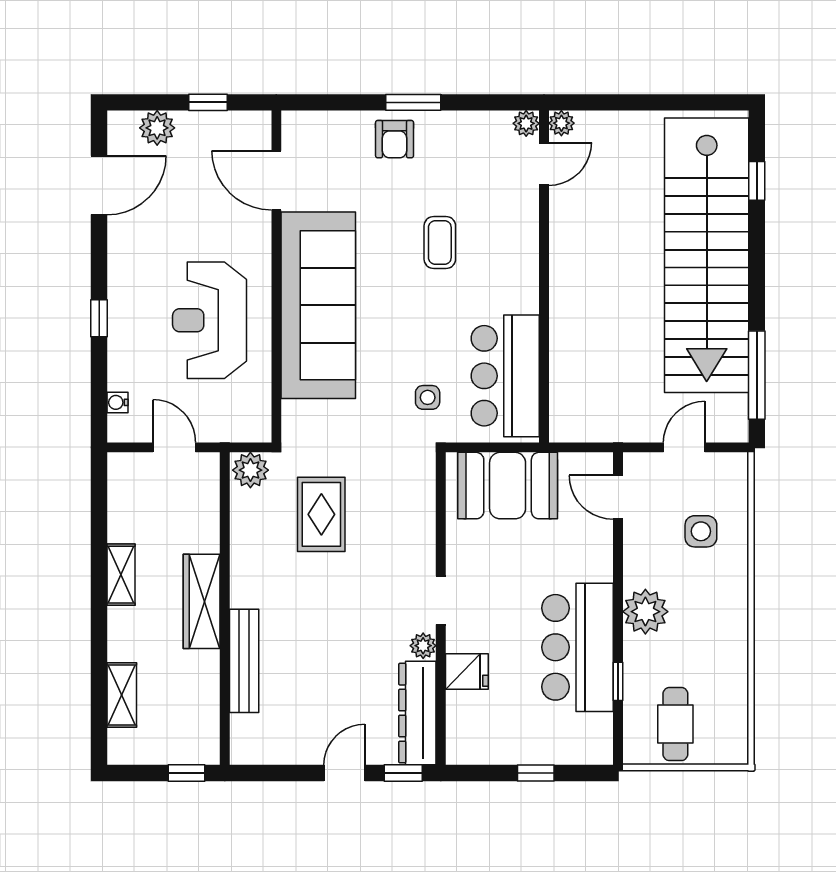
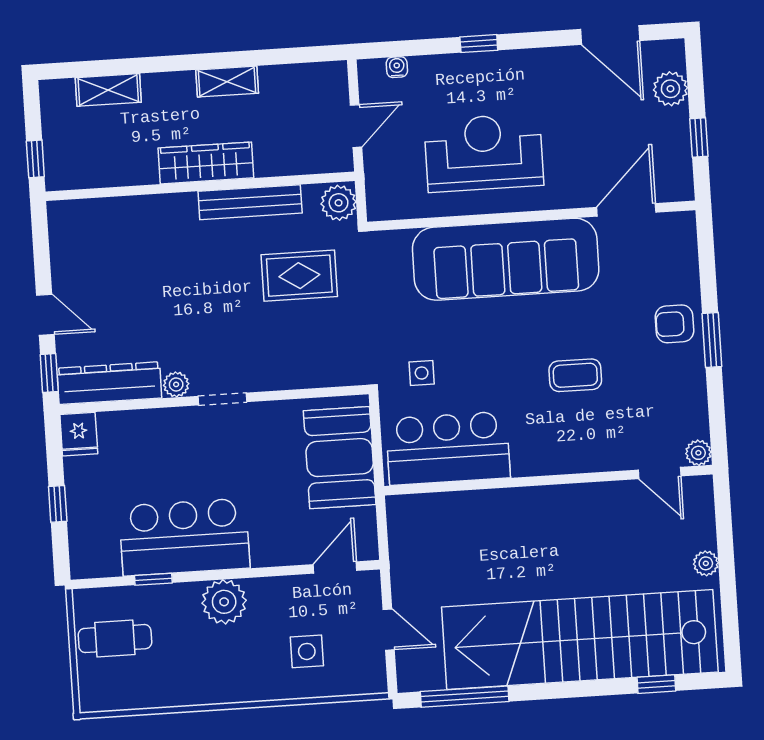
plant: (561, 123) -> (706, 563), moved
bench: (244, 661) -> (250, 202), moved
fridge: (467, 671) -> (79, 434), moved

